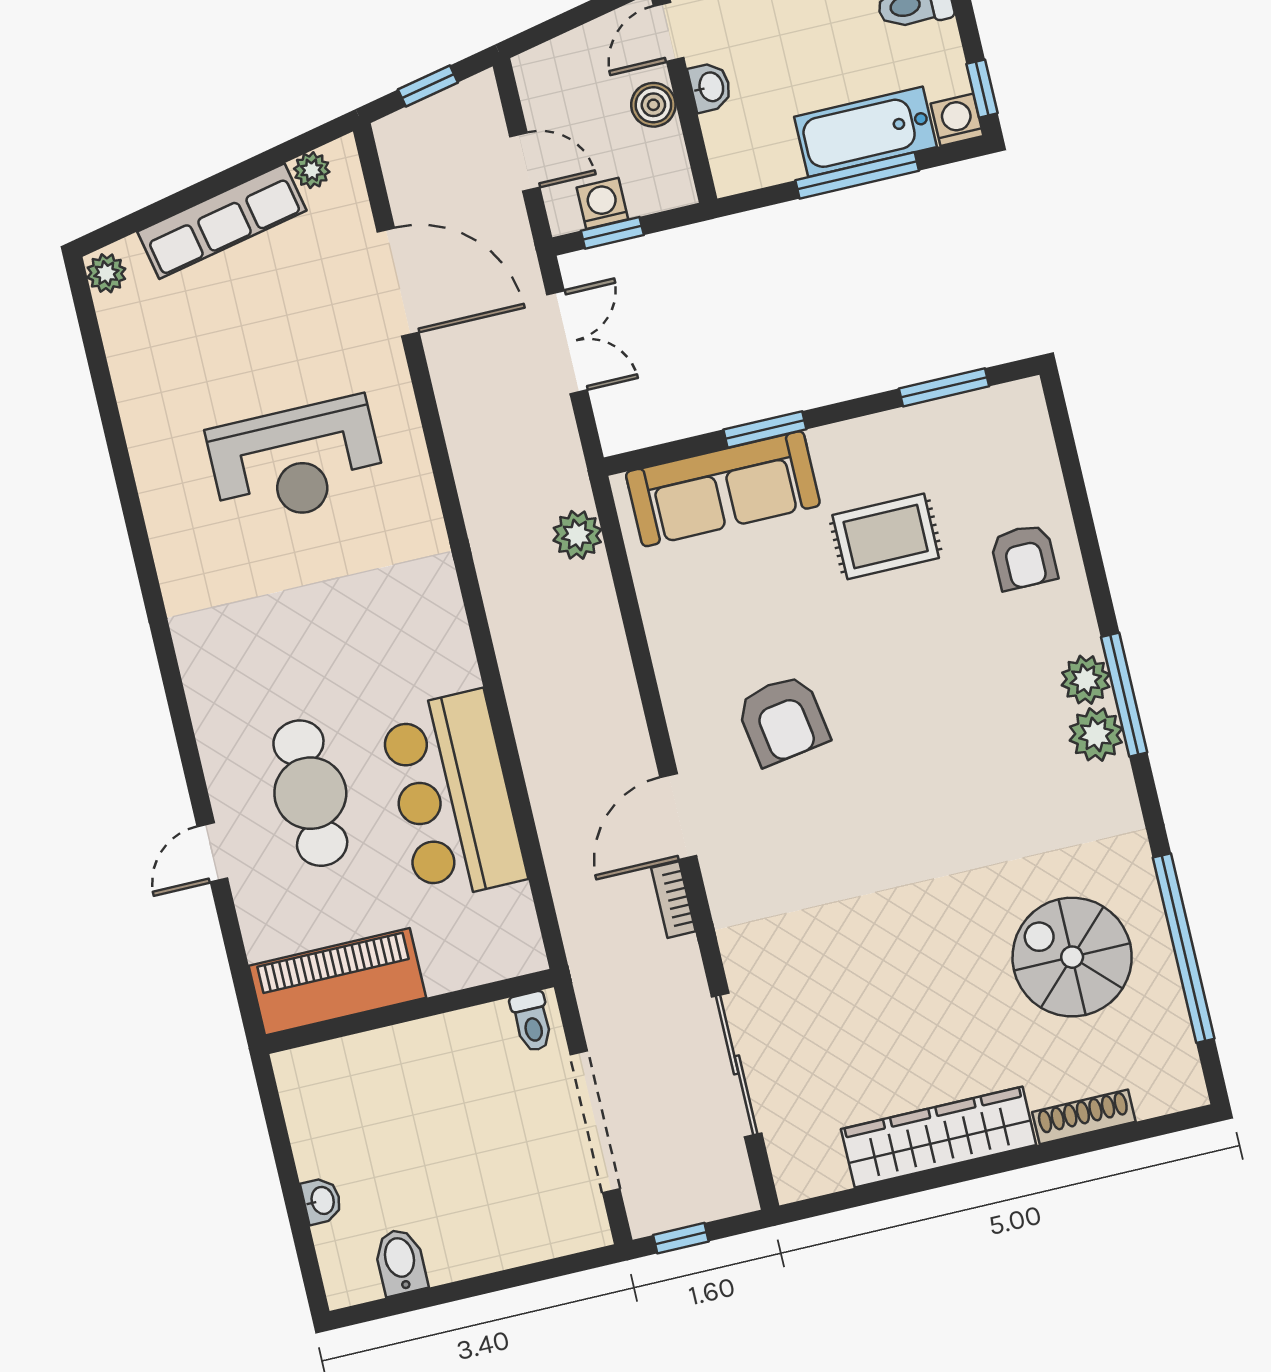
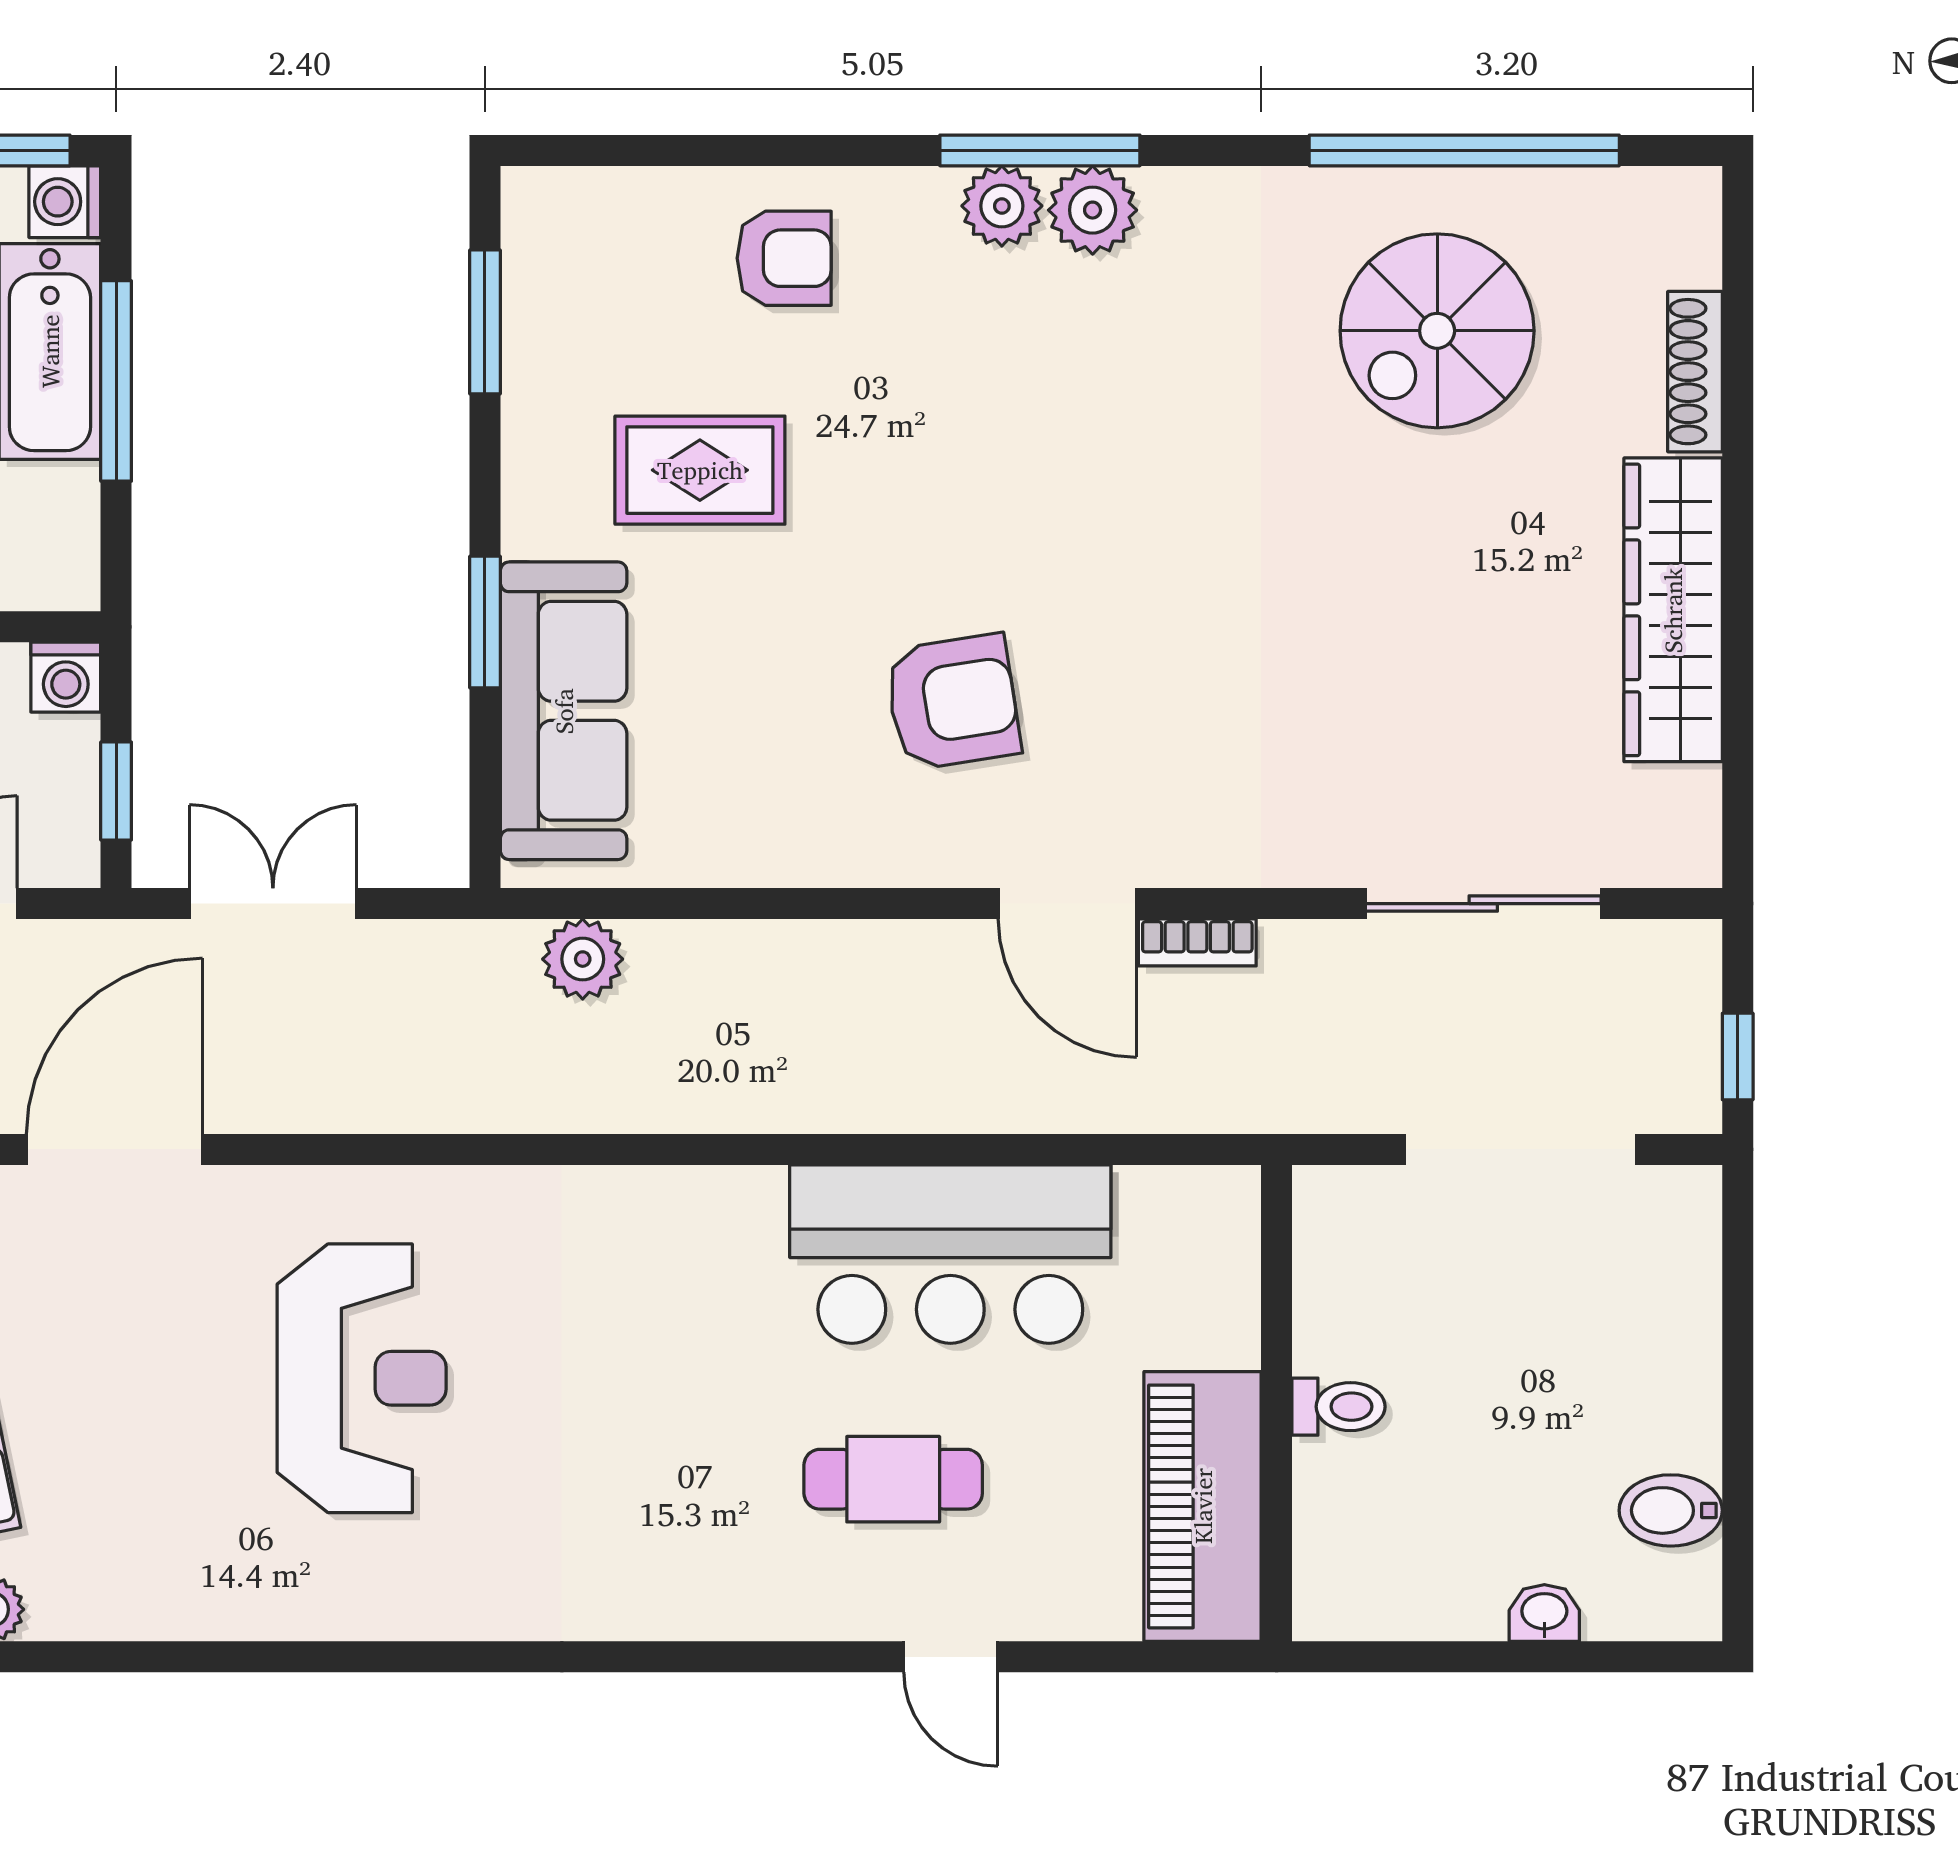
washing machine: (602, 203) -> (66, 677), moved, turned -90
rug: (886, 536) -> (700, 470), turned 90
cafe table: (310, 793) -> (893, 1479), width x0.73, depth x0.74
toilet: (532, 1022) -> (1338, 1407), moved

